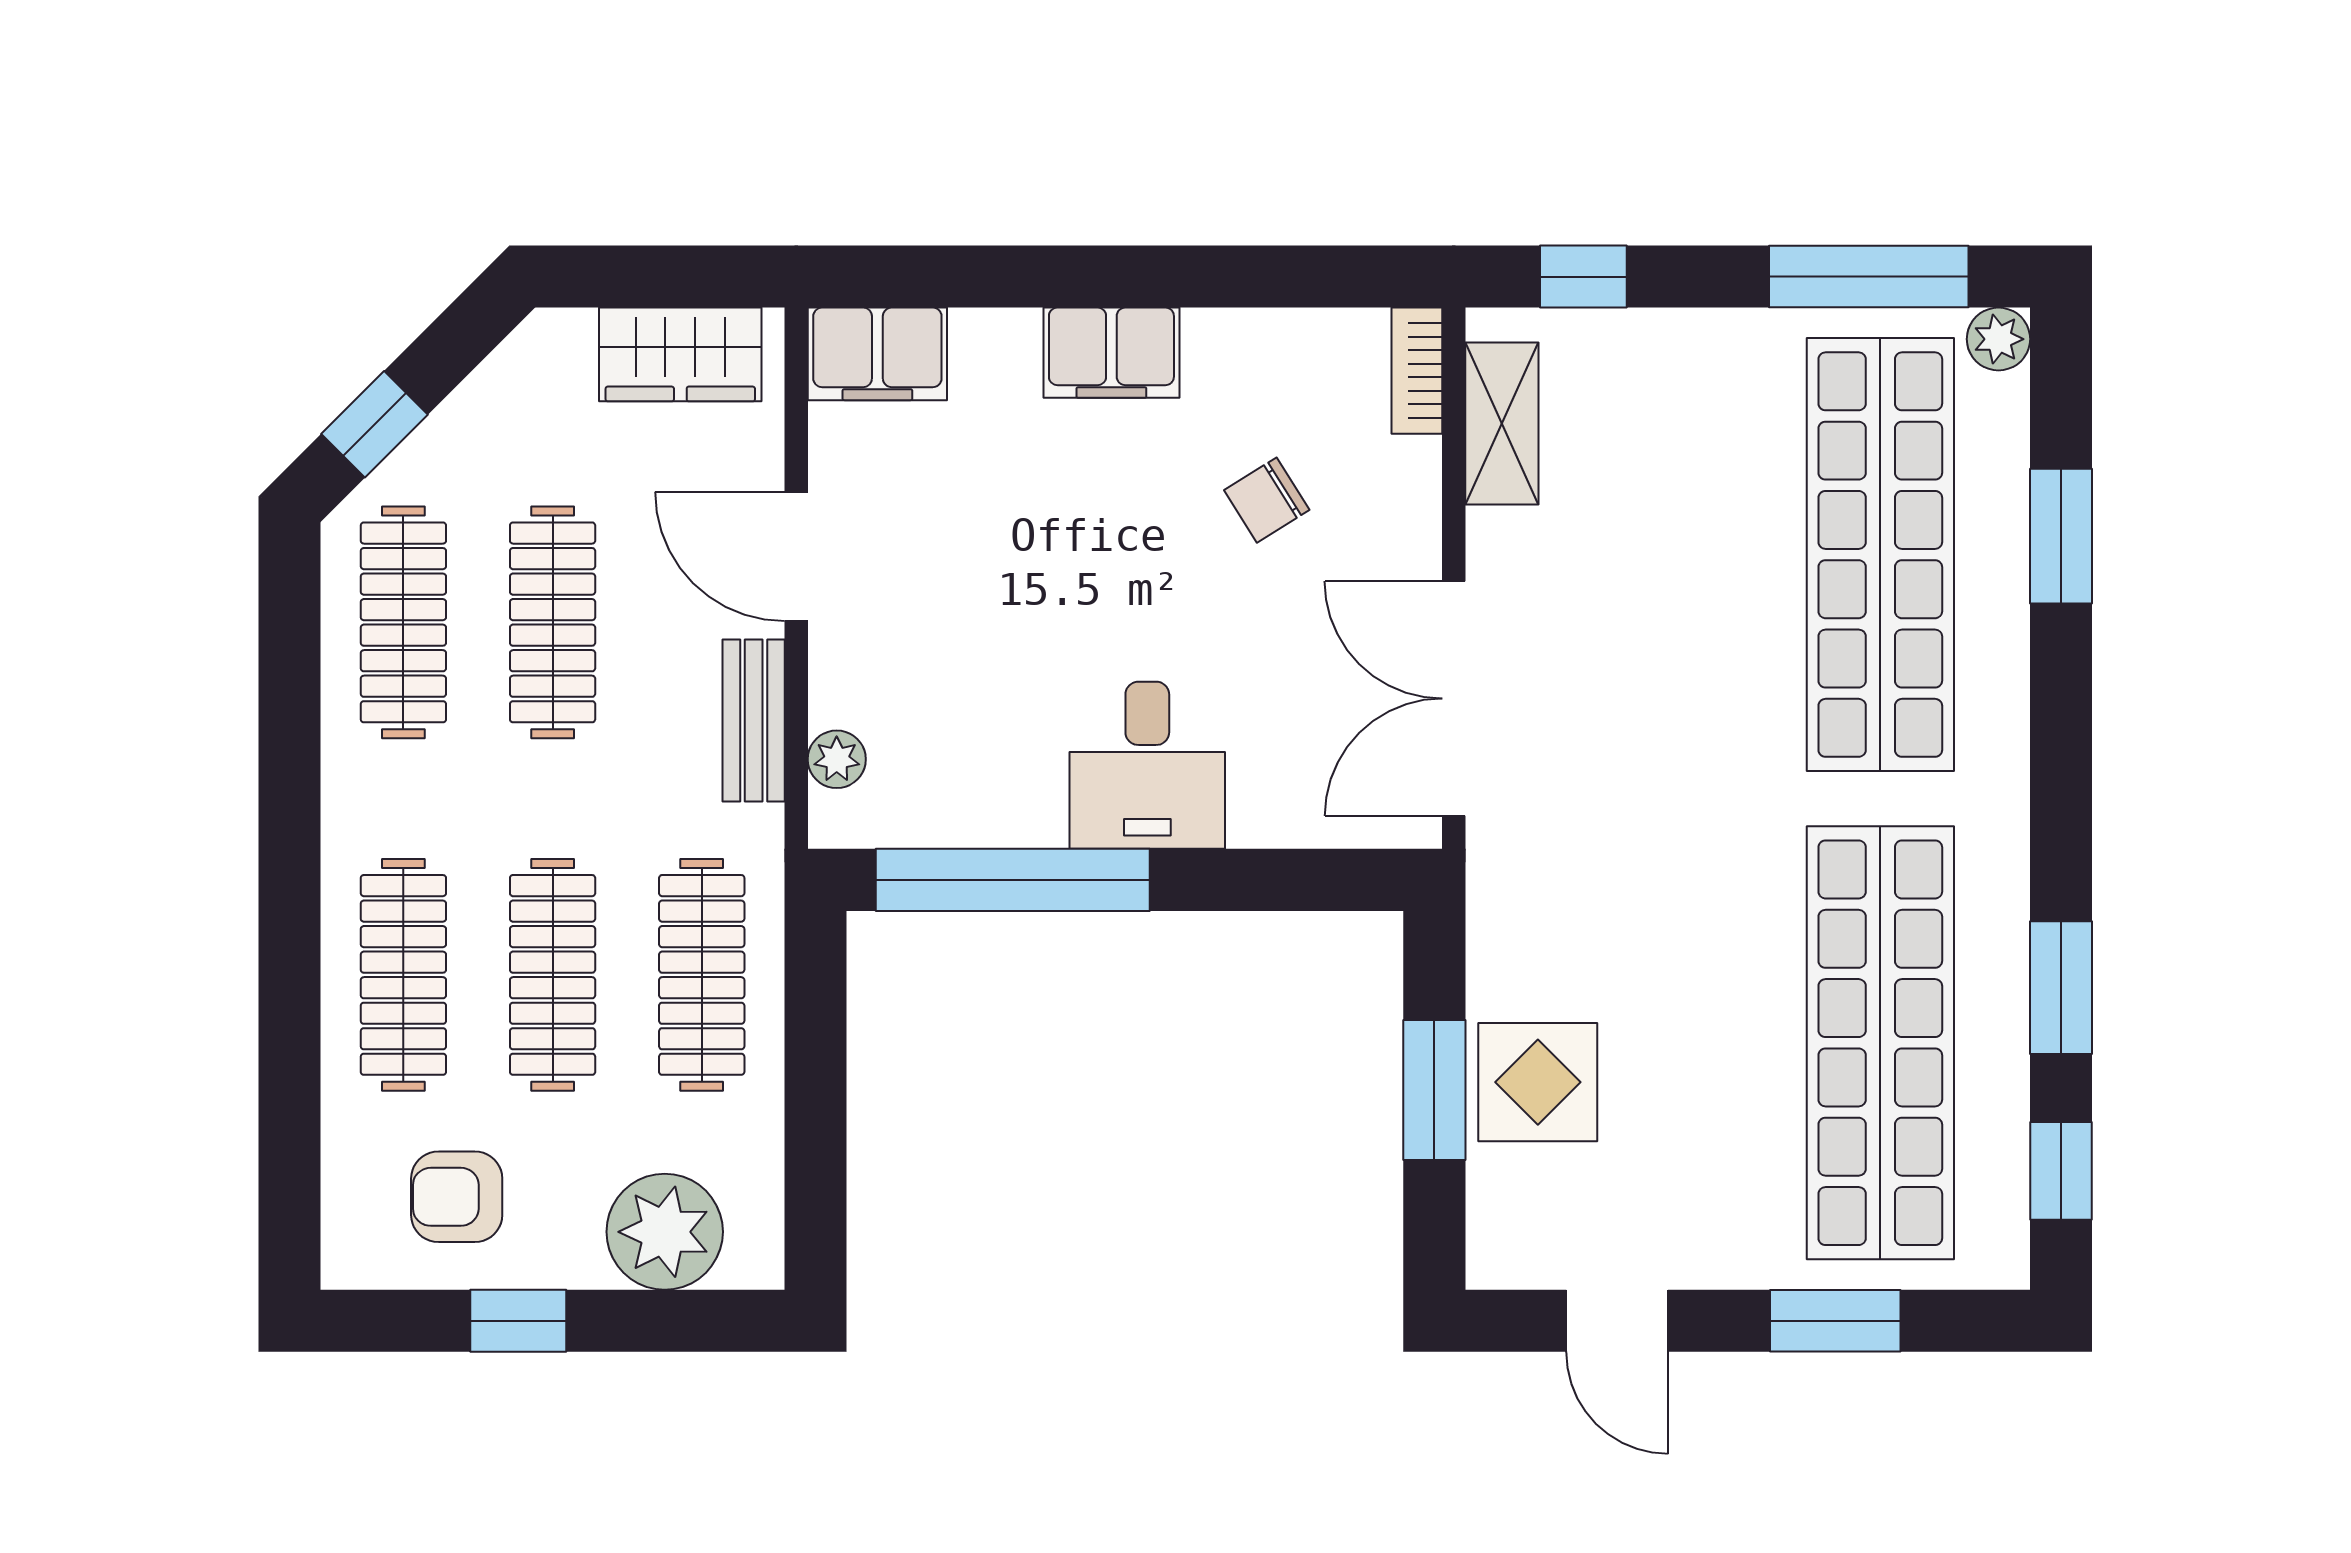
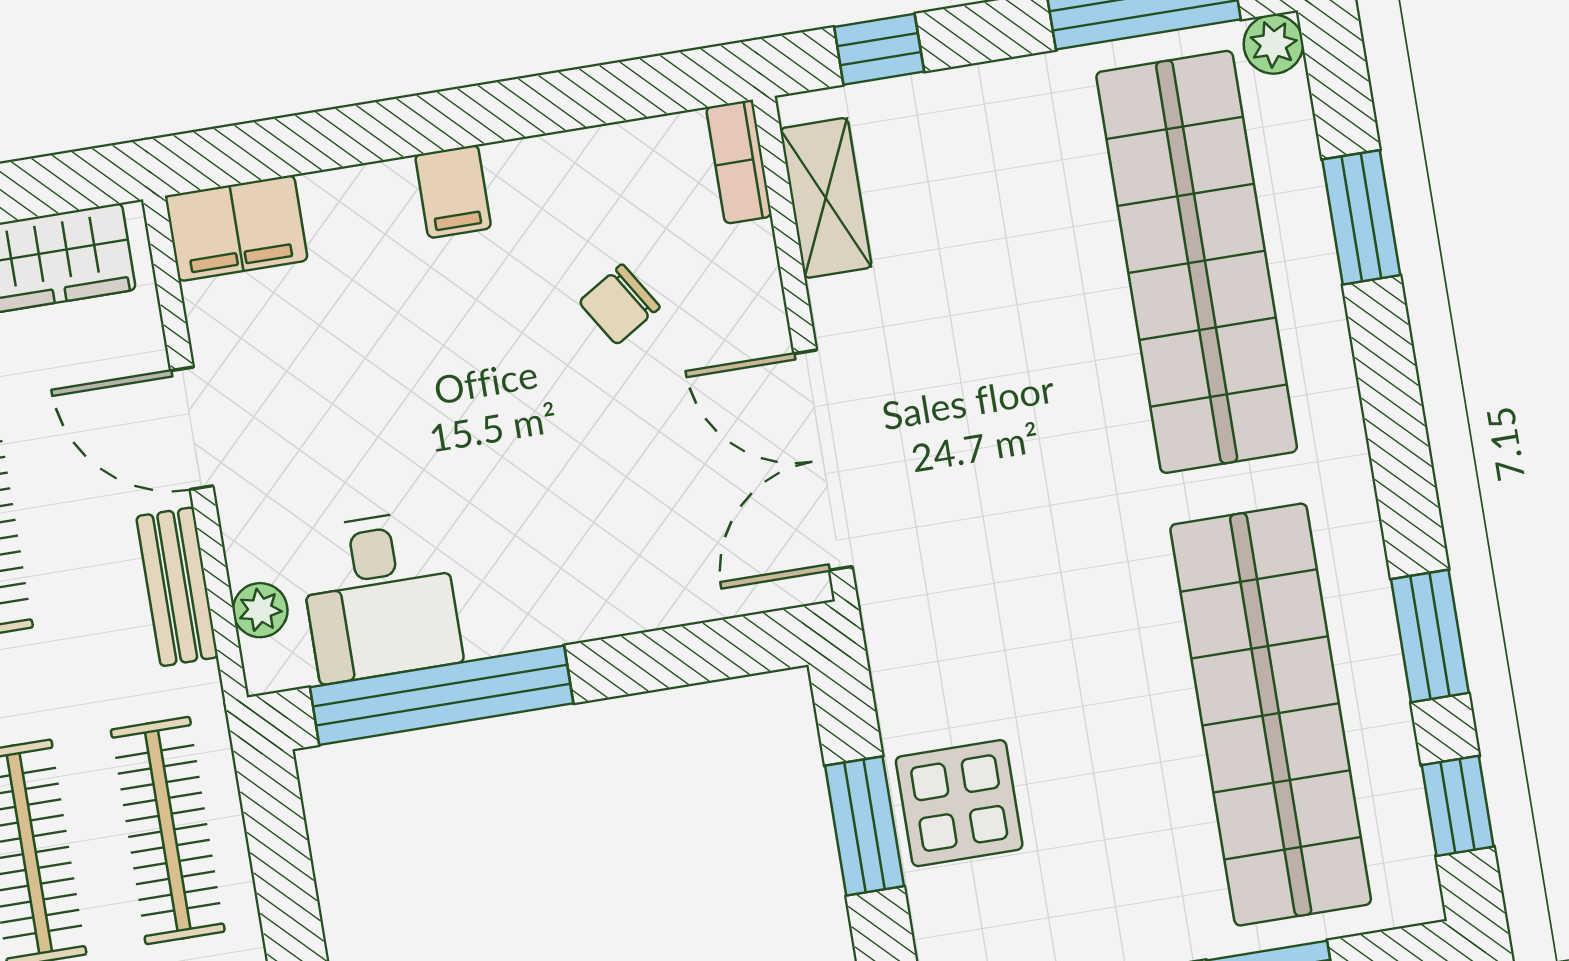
filing cabinet: (1111, 353) -> (453, 191), width x0.50
desk: (1147, 765) -> (380, 596), moved

